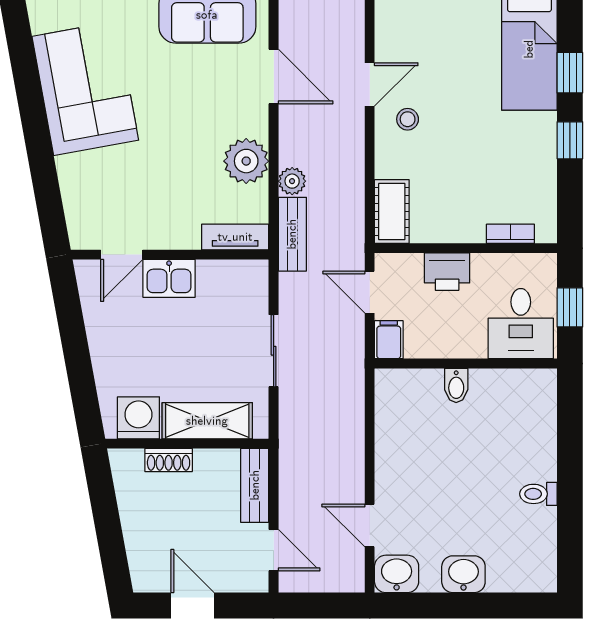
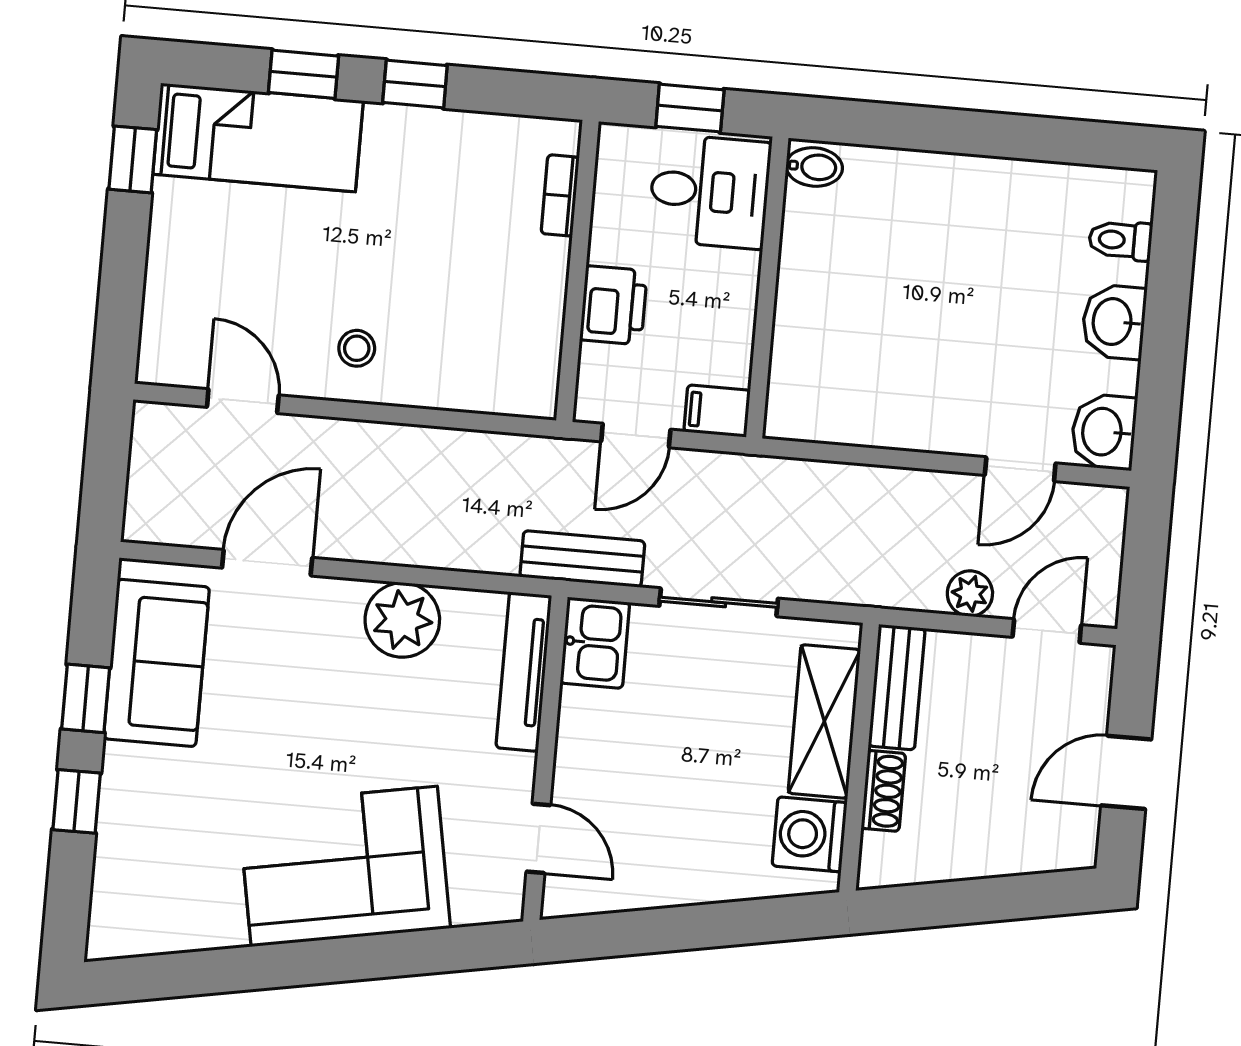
door: (370, 84) -> (243, 401), moved
corner sofa: (85, 88) -> (344, 866), moved
plant: (292, 181) -> (970, 594), moved
cot: (392, 212) -> (506, 388), removed
bench: (292, 234) -> (582, 559), moved
tv unit: (235, 237) -> (524, 672), width x1.41
kitchen sink: (169, 278) -> (595, 643), moved
bidet: (456, 385) -> (814, 167), moved
bench: (255, 485) -> (897, 687), moved, turned 90
toilet: (538, 494) -> (1120, 240), moved, turned 90

